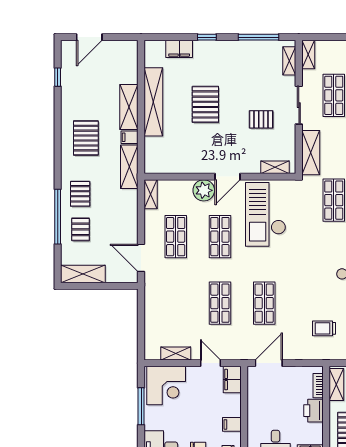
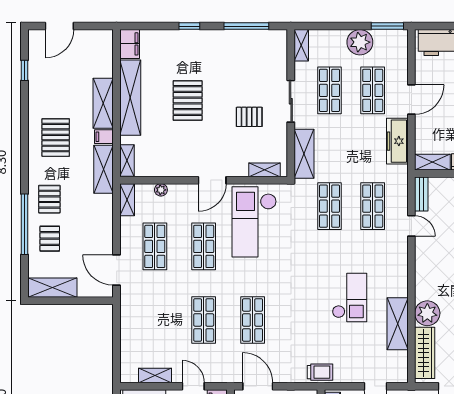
filing cabinet: (179, 49) -> (130, 44), moved, turned -90
shelving: (289, 61) -> (127, 161), moved
plant: (204, 190) -> (161, 190), moved, width x0.53, depth x0.53
trolley: (324, 328) -> (320, 372), moved, turned 180
door: (269, 363) -> (258, 386), hinge flipped

